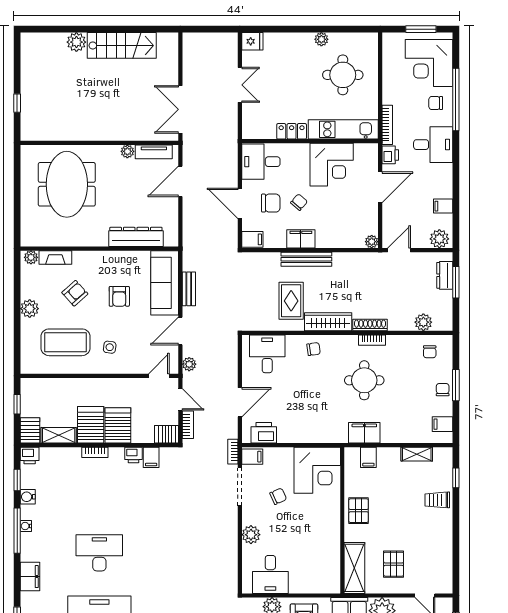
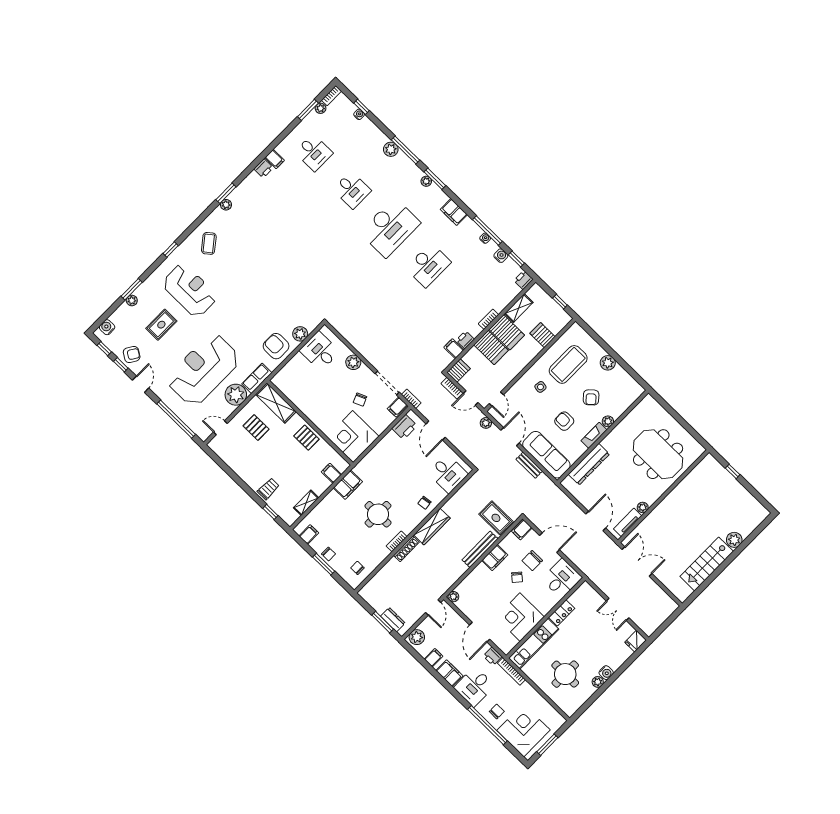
water cooler: (306, 40) -> (606, 673), added
filing cabinet: (443, 178) -> (449, 673), added
plant: (31, 257) -> (608, 421), moved
fireplace: (55, 258) -> (594, 435), moved
rug: (291, 301) -> (496, 518), moved
plant: (423, 322) -> (378, 581), removed
server rack: (30, 430) -> (543, 335), moved, turned 180

